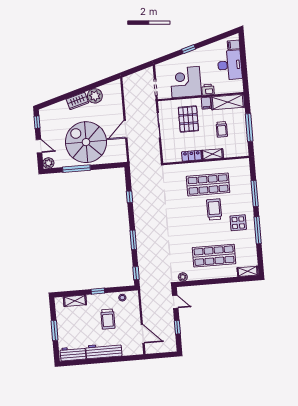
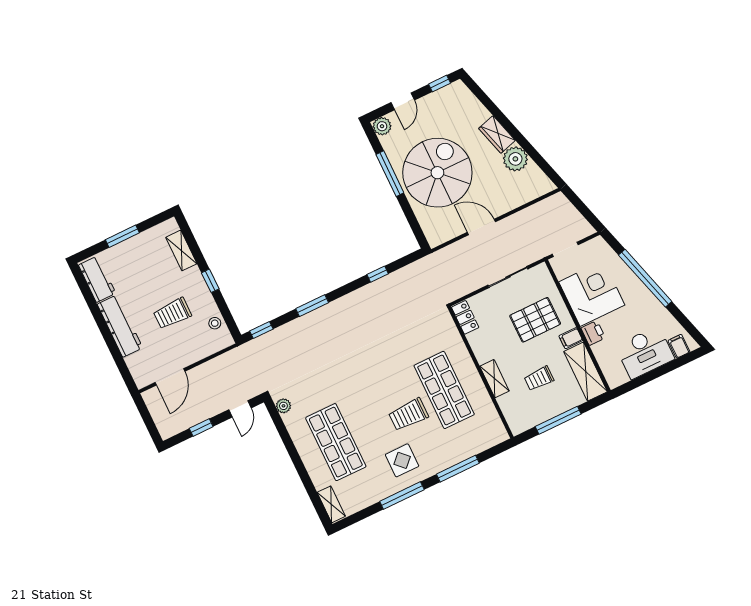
window: (189, 49) -> (645, 278), width x3.17
locker: (192, 156) -> (465, 317), moved
trolley: (214, 209) -> (408, 415), turned 180

